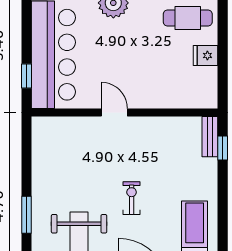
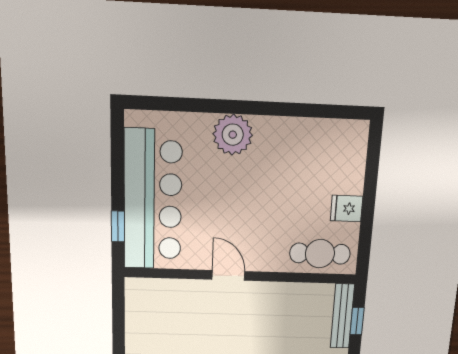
cafe table: (188, 18) -> (320, 254), moved
bench: (210, 137) -> (342, 316), width x1.36

